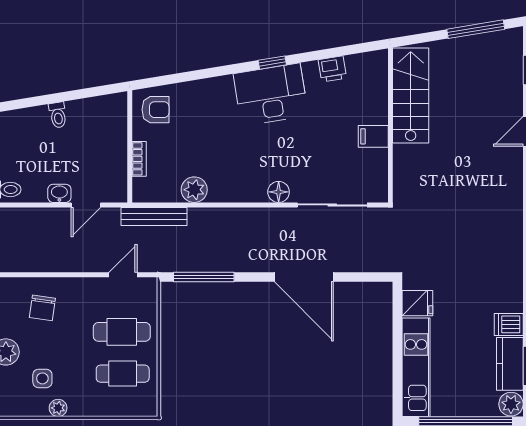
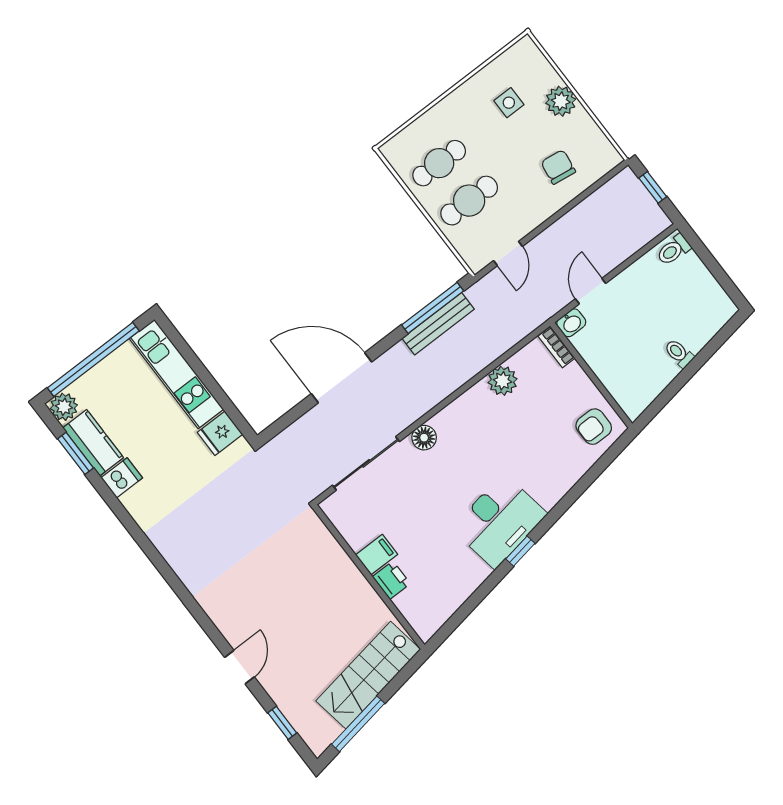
printer: (332, 69) -> (391, 580), moved, turned 99
stairs: (411, 95) -> (368, 675), moved, turned 81
bookcase: (139, 159) -> (556, 347), moved
washbasin: (59, 193) -> (571, 323), moved
bench: (154, 216) -> (438, 324), moved
plant: (58, 408) -> (474, 87), removed

